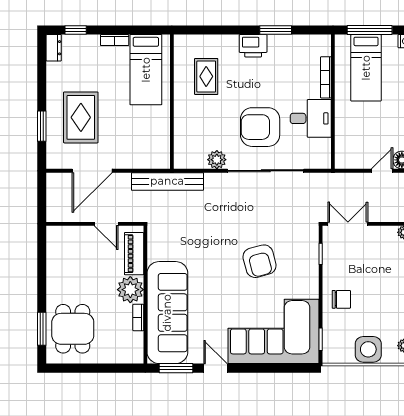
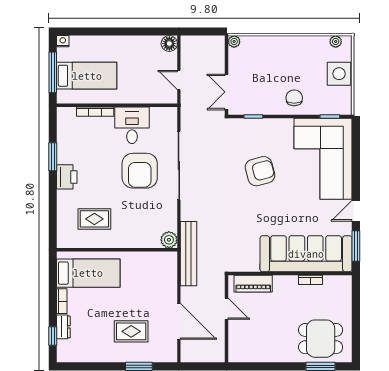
dresser: (54, 48) -> (63, 327), moved, turned 90
rug: (81, 117) -> (131, 331), width x0.73, depth x0.70
plant: (217, 160) -> (169, 240), moved
door: (382, 171) -> (179, 80), moved
door: (106, 224) -> (227, 309), hinge flipped
plant: (130, 290) -> (285, 287), removed

